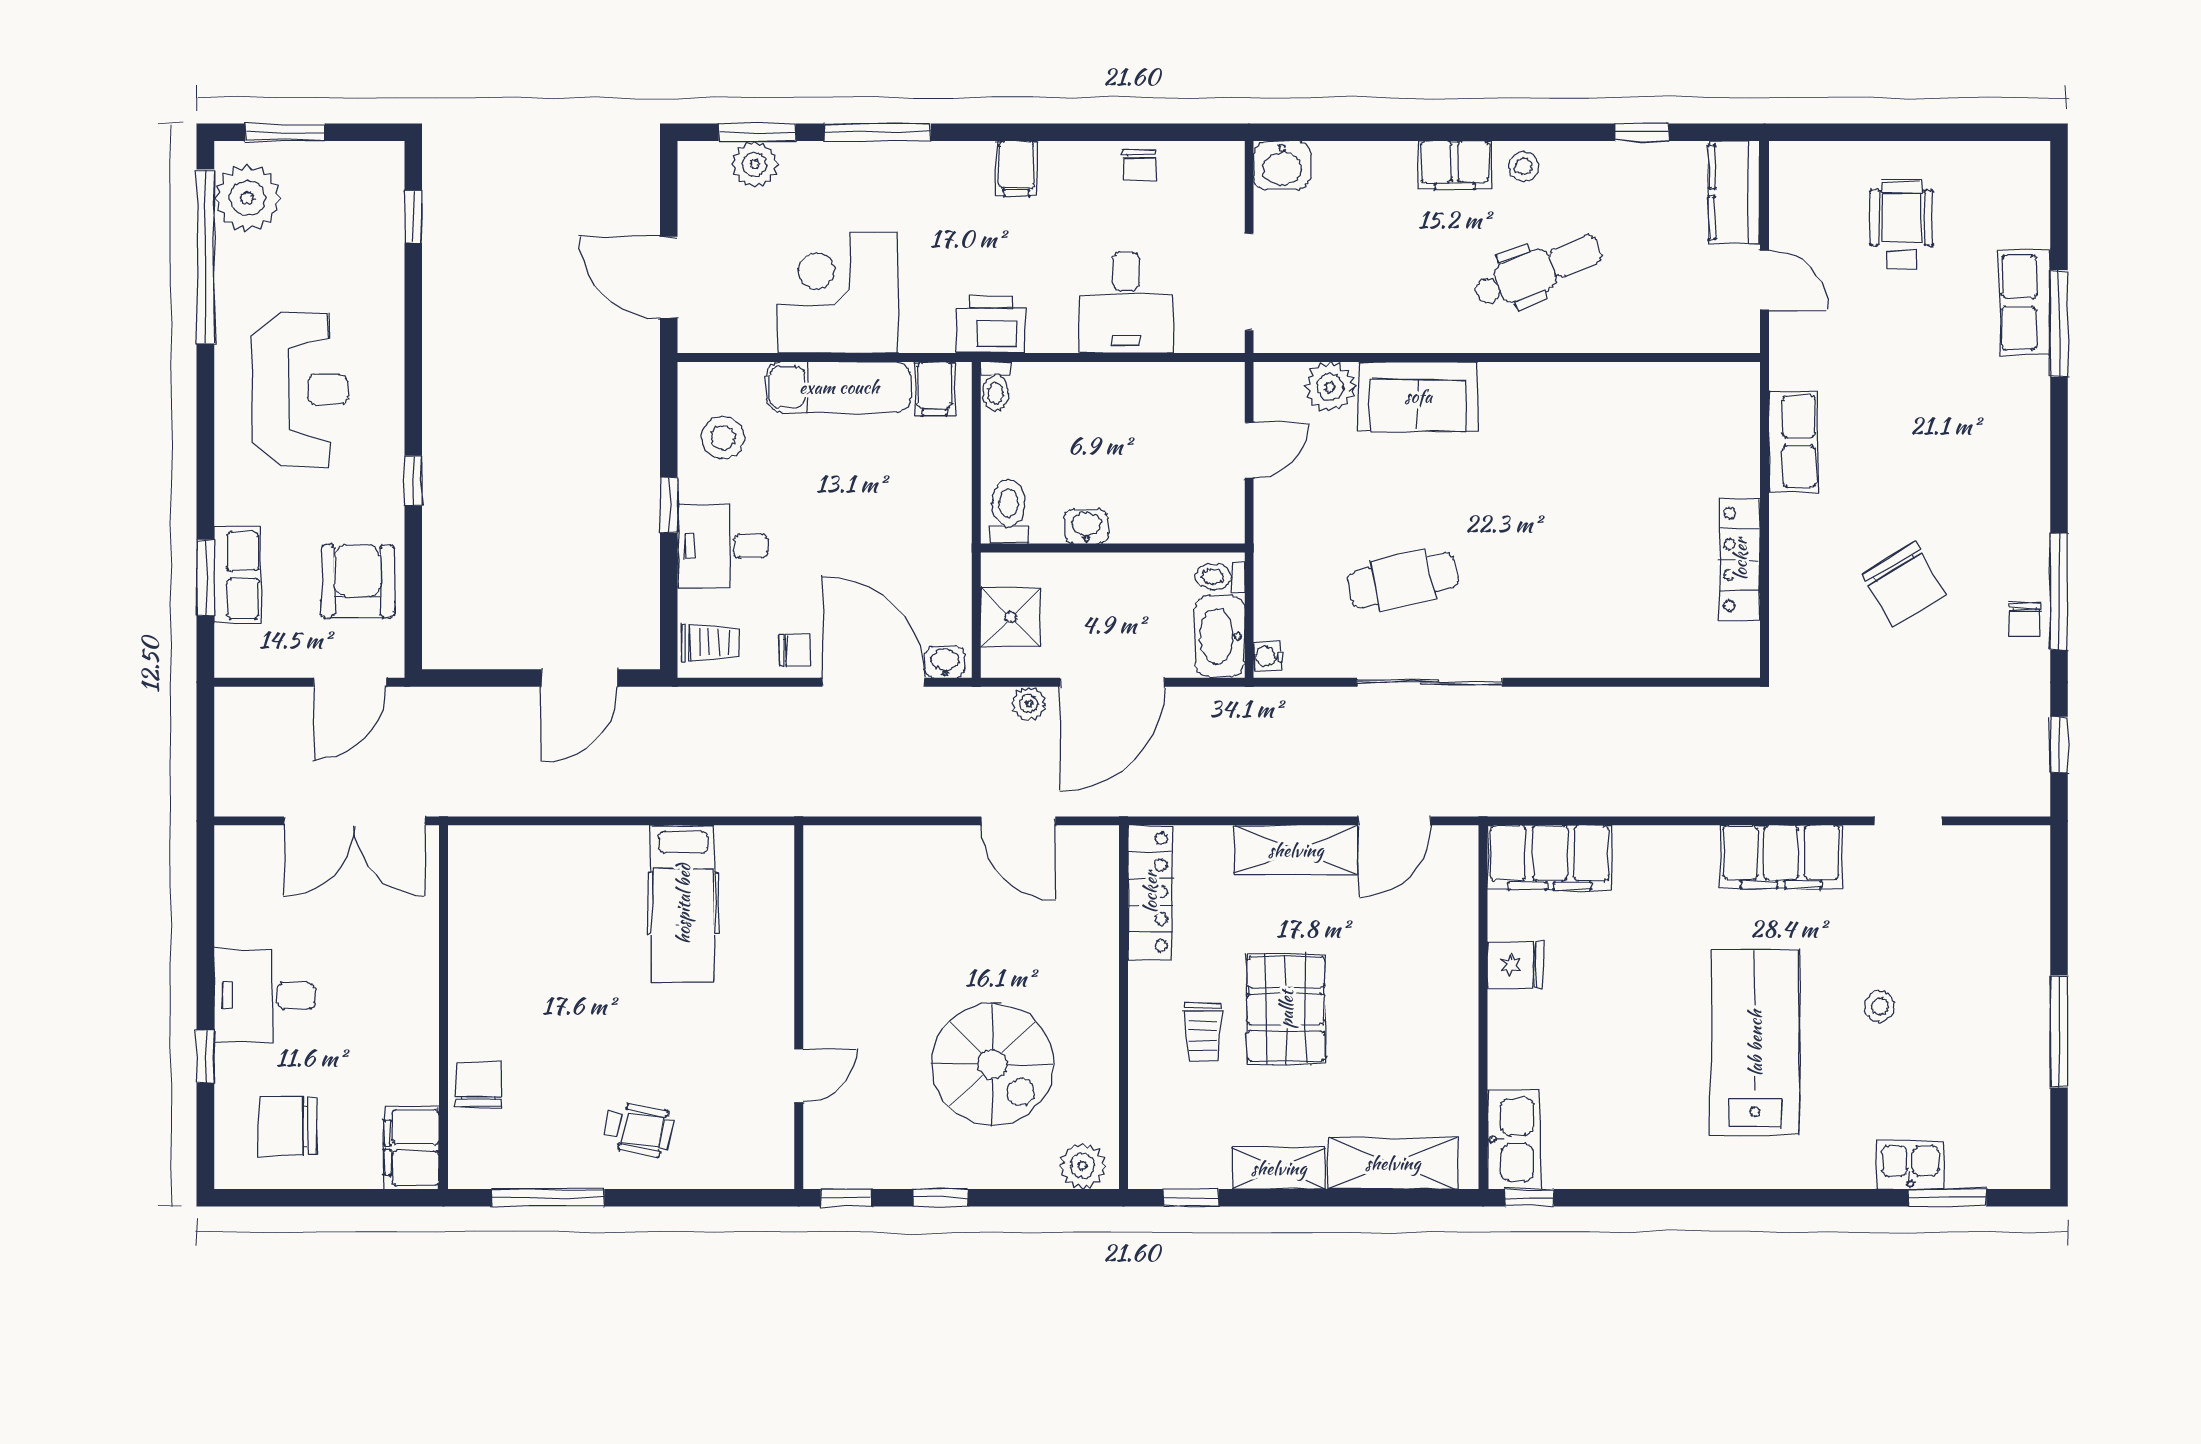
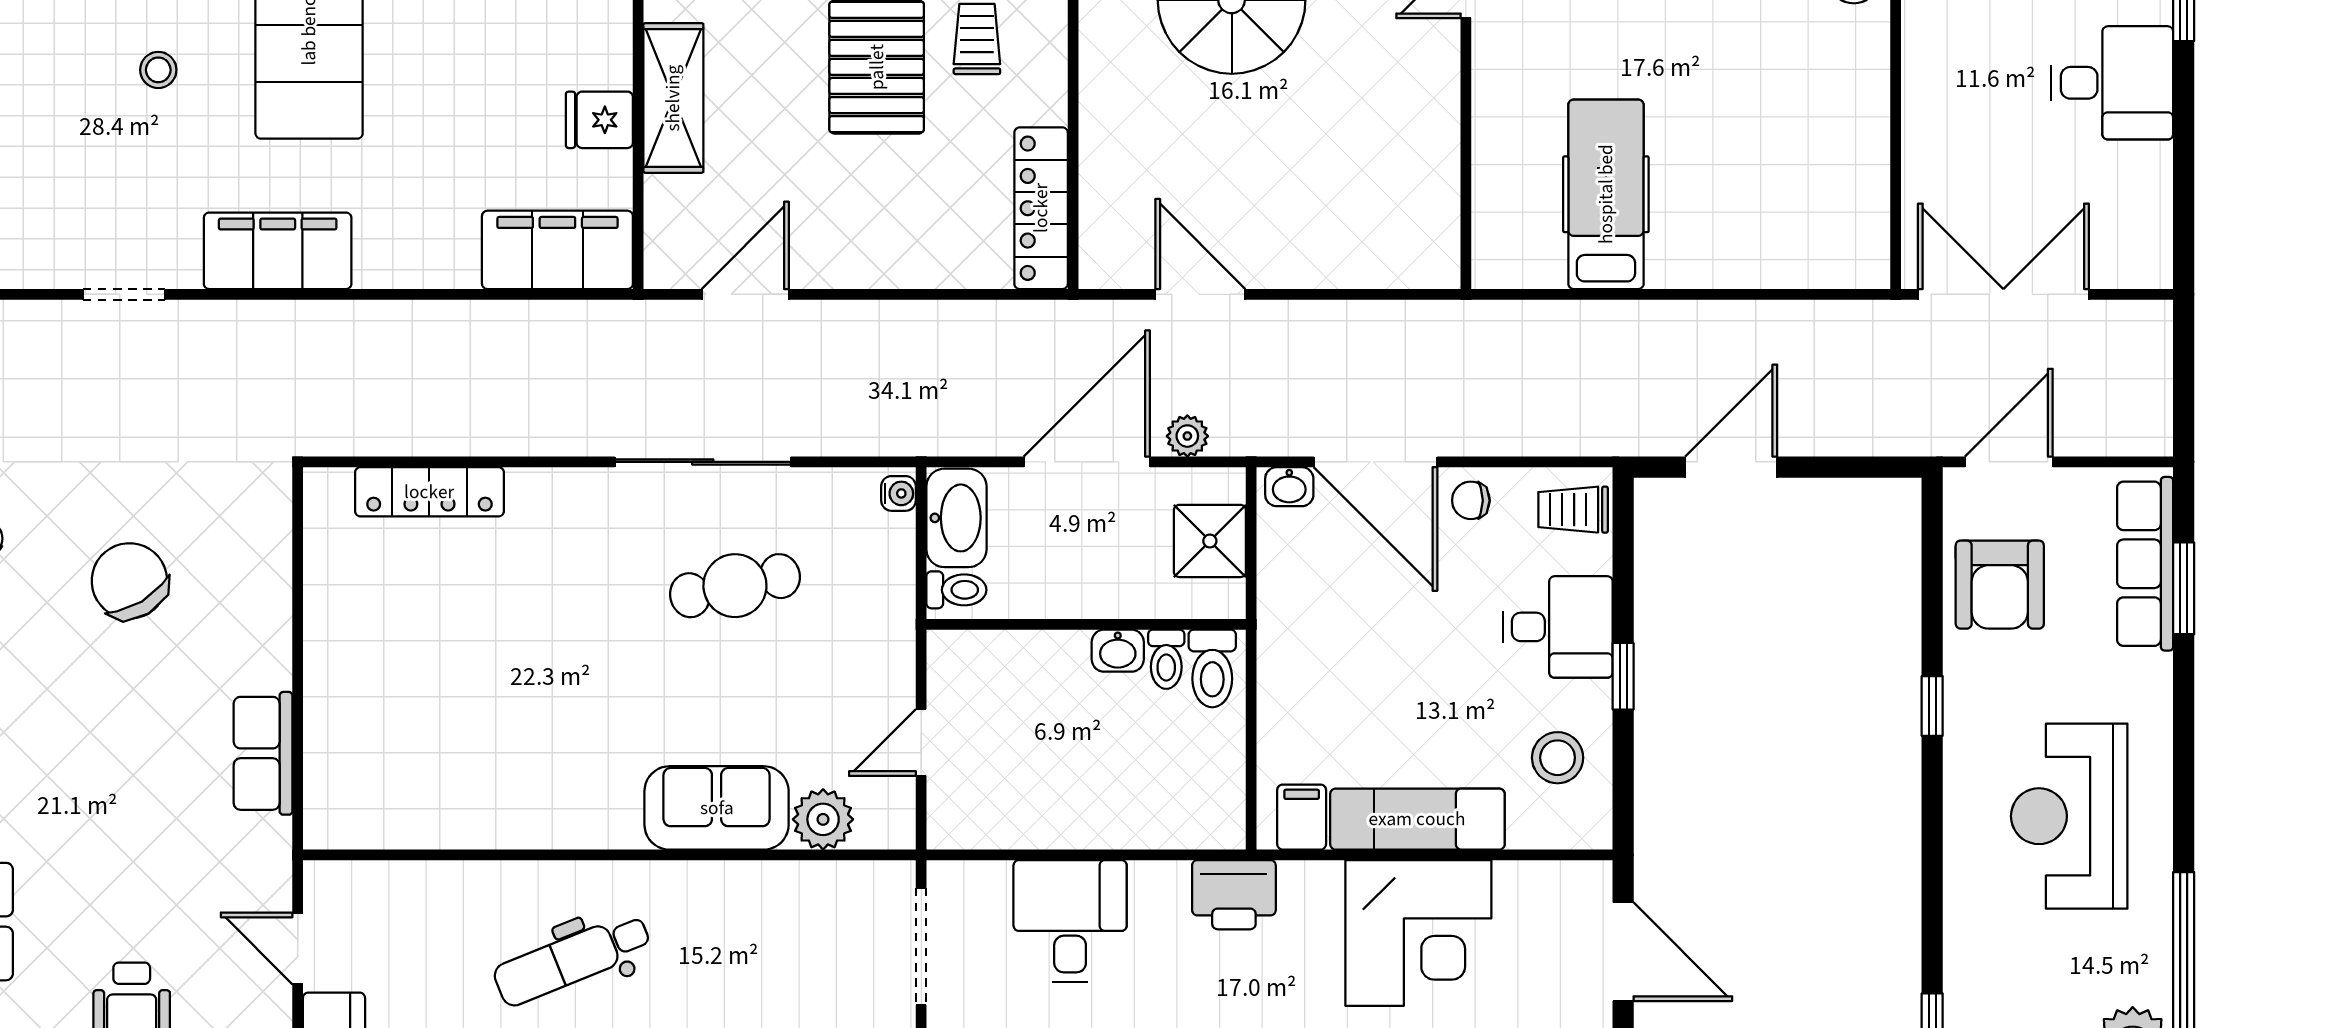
toilet: (996, 386) -> (1166, 659), moved, turned 180
locker: (1740, 559) -> (429, 492), moved, turned 90
row of seats: (237, 575) -> (2145, 564), width x1.48
shelving: (1296, 850) -> (673, 98), moved, turned 90

